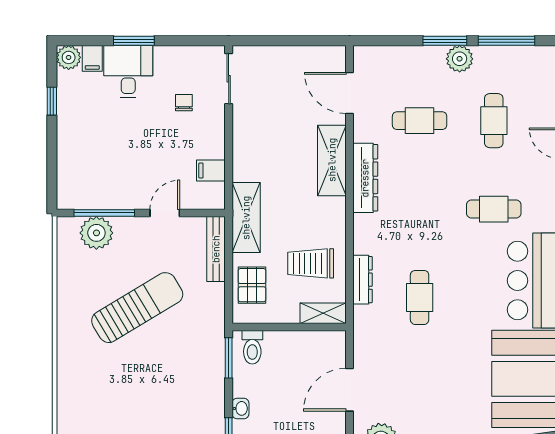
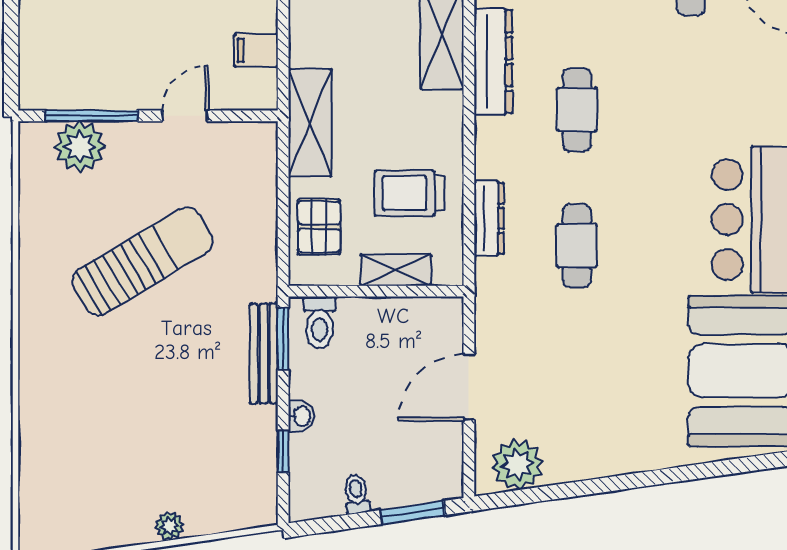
cafe table: (494, 209) -> (577, 110), moved, turned 90
bench: (216, 249) -> (264, 353), moved
shelving: (323, 313) -> (396, 270), moved

